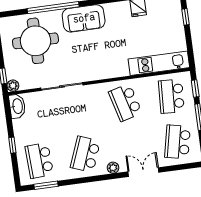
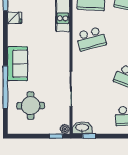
round table: (35, 41) -> (31, 106), width x0.73, depth x0.73
window: (12, 145) -> (89, 136), moved

